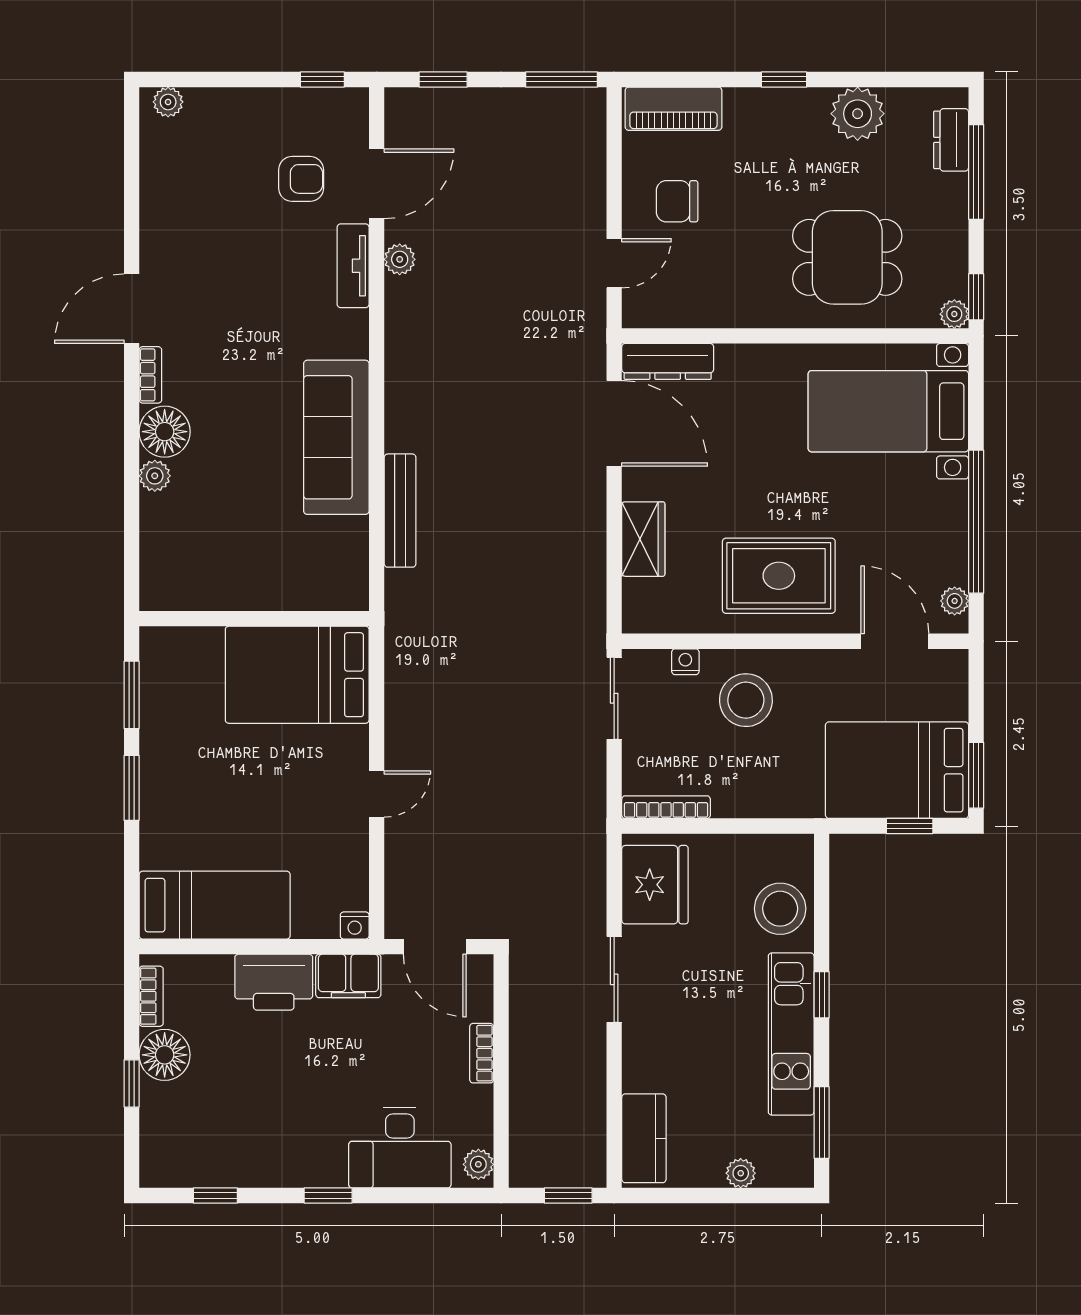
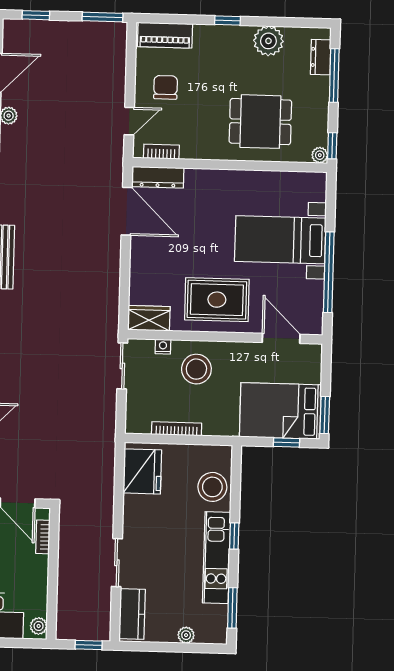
chair: (677, 201) -> (166, 87), turned 90
bookcase: (673, 316) -> (161, 152), added
bed with nightstands: (888, 411) -> (280, 240), moved
wardrobe: (643, 539) -> (149, 318), moved, turned -90
plant: (955, 601) -> (315, 317), removed
bookcase: (666, 807) -> (177, 429), moved
sliding door: (614, 979) -> (117, 563), moved
bookcase: (482, 1053) -> (43, 537), moved

